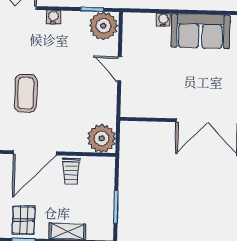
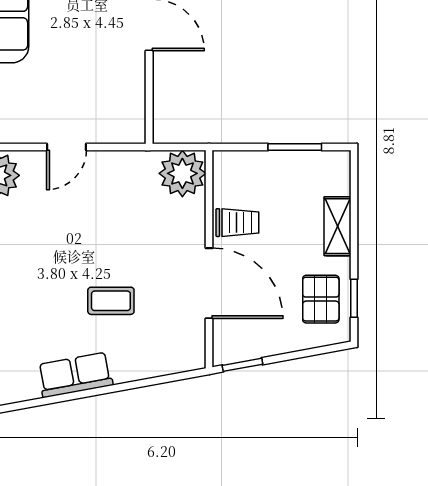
coffee table: (26, 93) -> (111, 301), width x0.73, depth x0.77
pallet: (23, 220) -> (321, 299), turned 90

